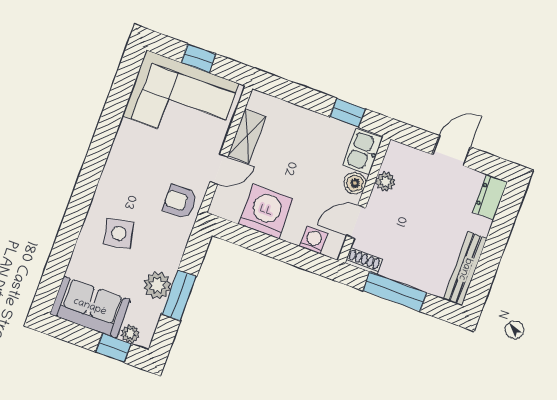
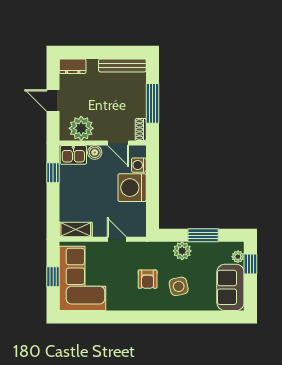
shelving: (247, 136) -> (76, 230), moved
plant: (385, 182) -> (81, 128), width x1.87, depth x1.87
armchair: (180, 202) -> (148, 279), moved
washing machine: (266, 211) -> (132, 188), moved
plant: (157, 285) -> (182, 251), moved

